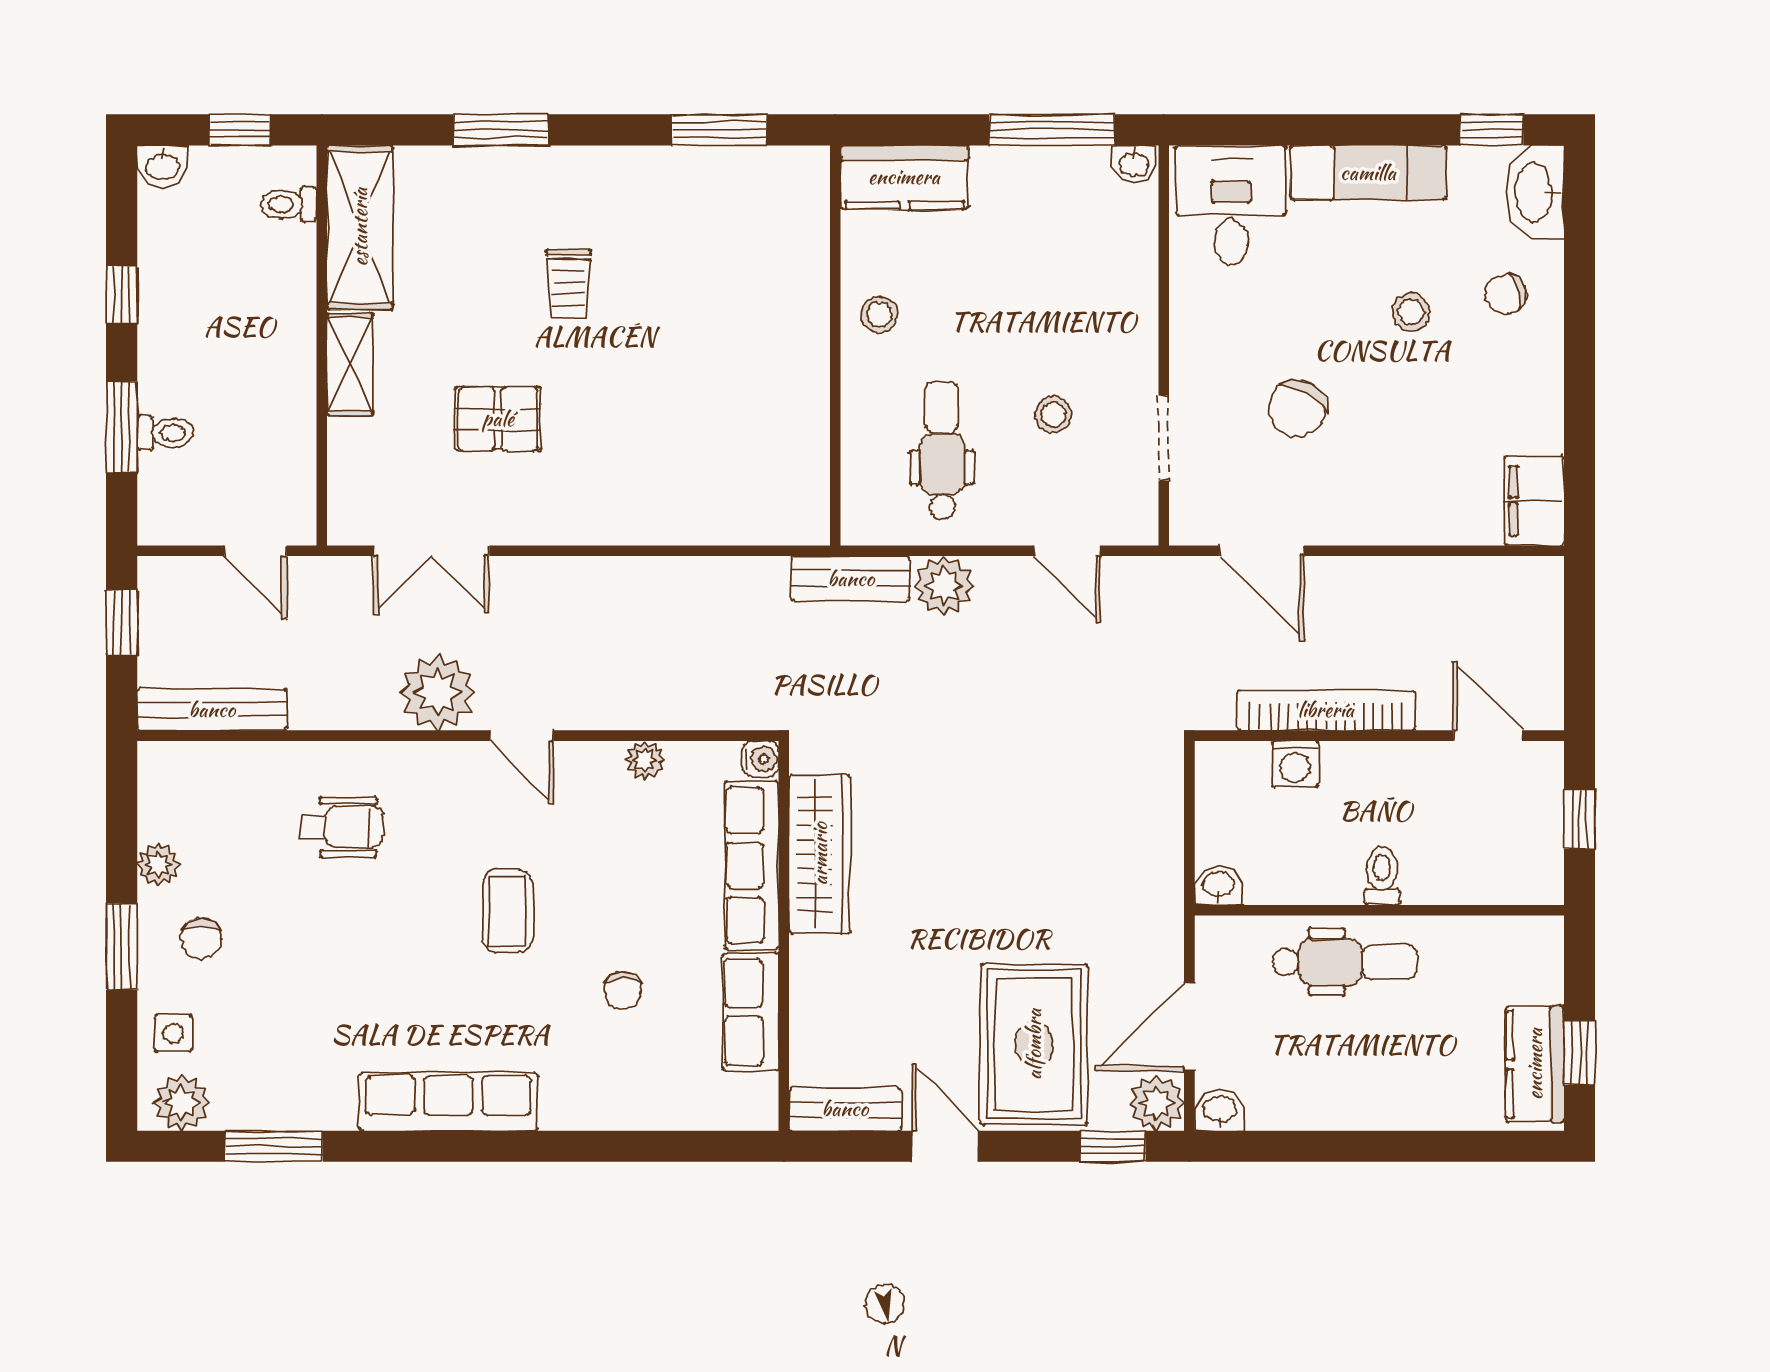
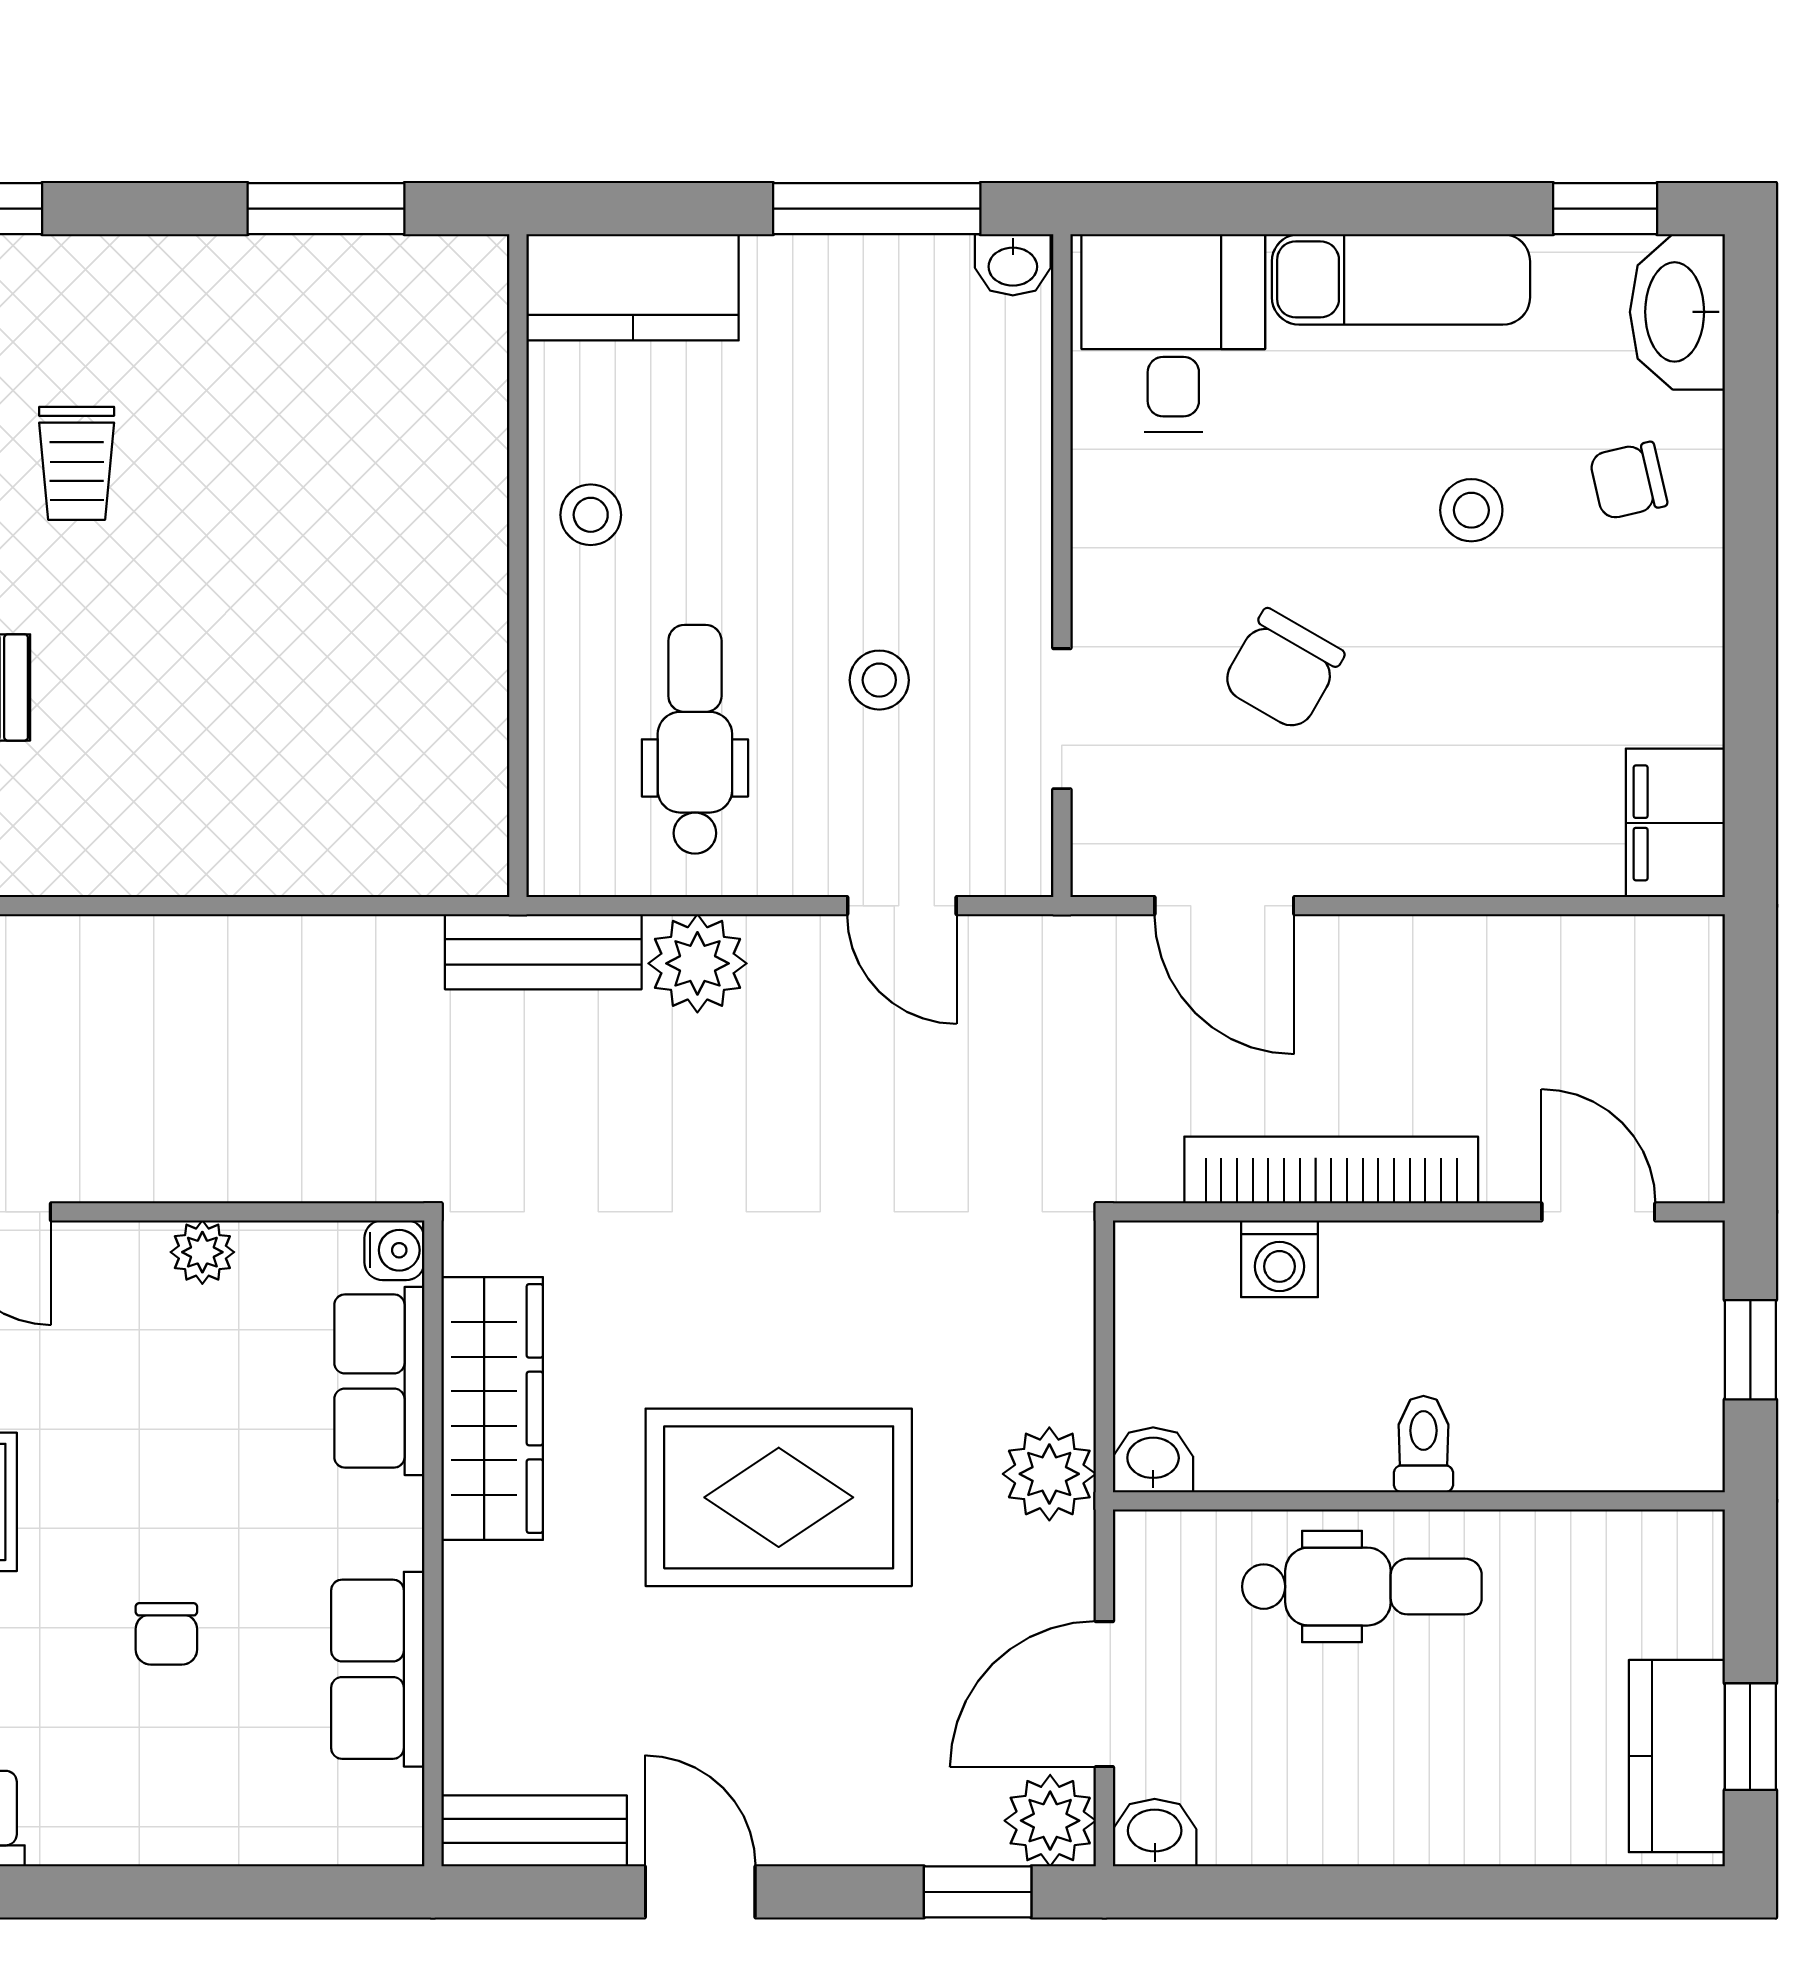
row of seats: (752, 865) -> (379, 1381), width x0.68
plant: (1156, 894) -> (1049, 1474), added
rug: (1034, 1044) -> (779, 1497), moved, turned 90

